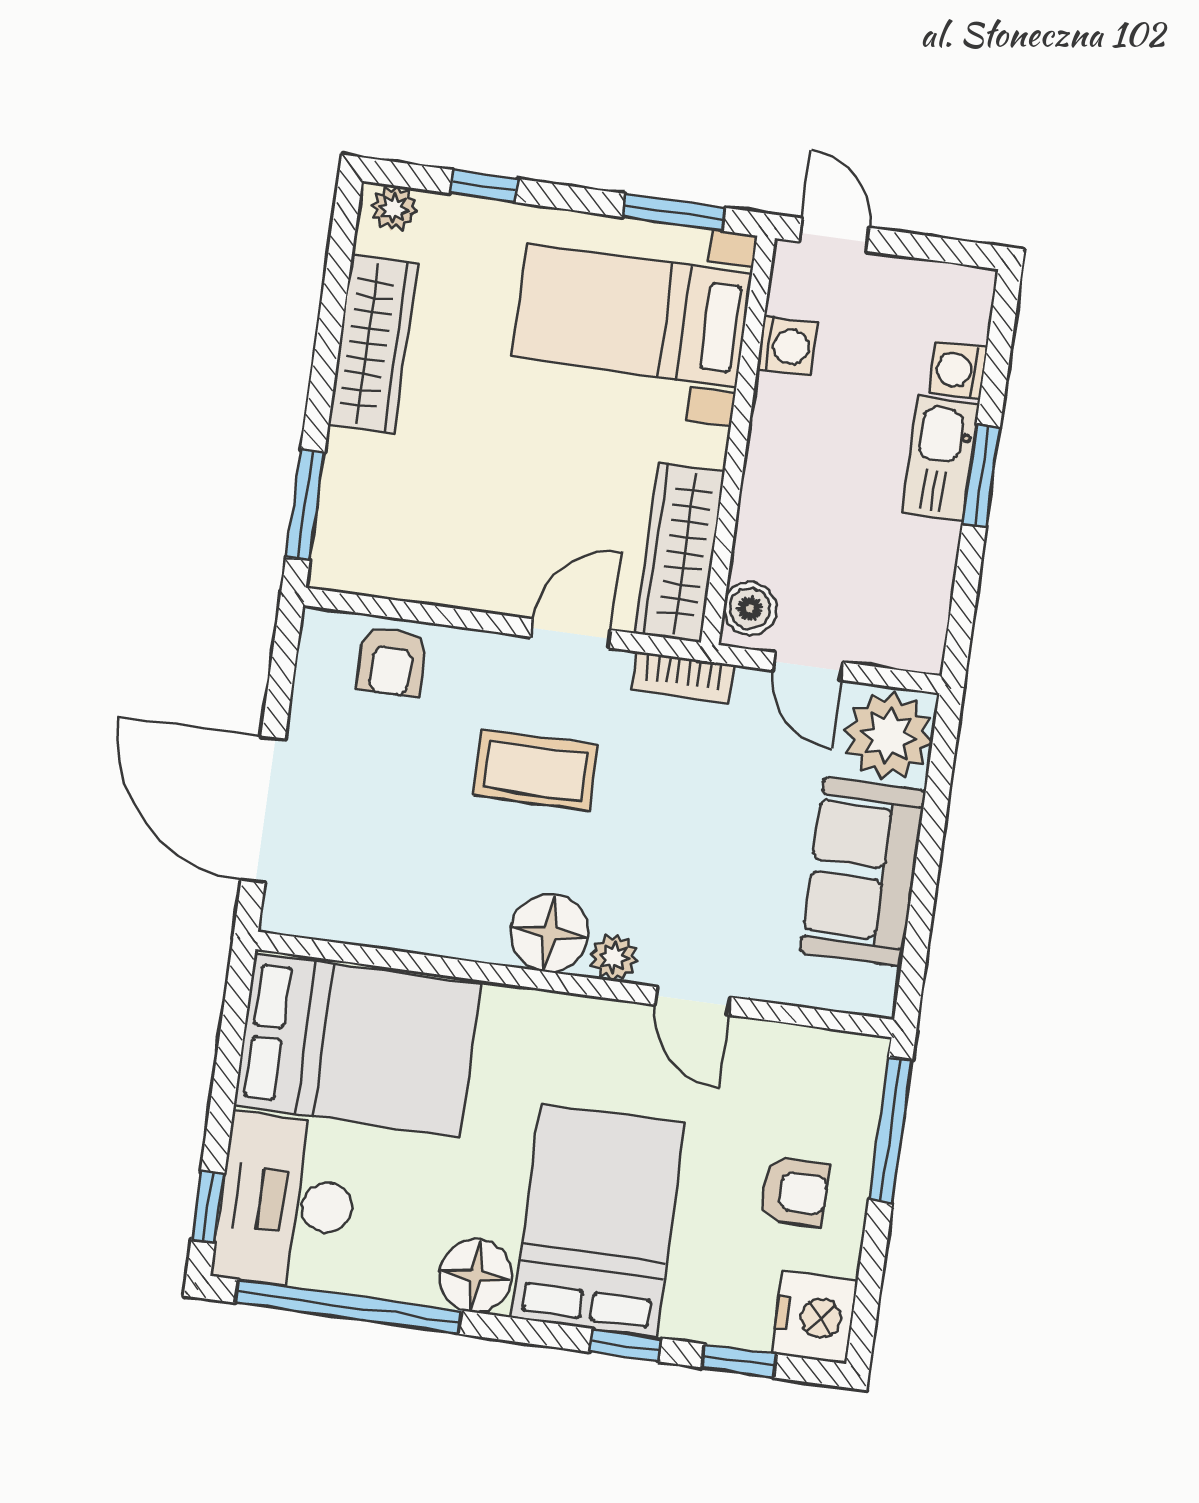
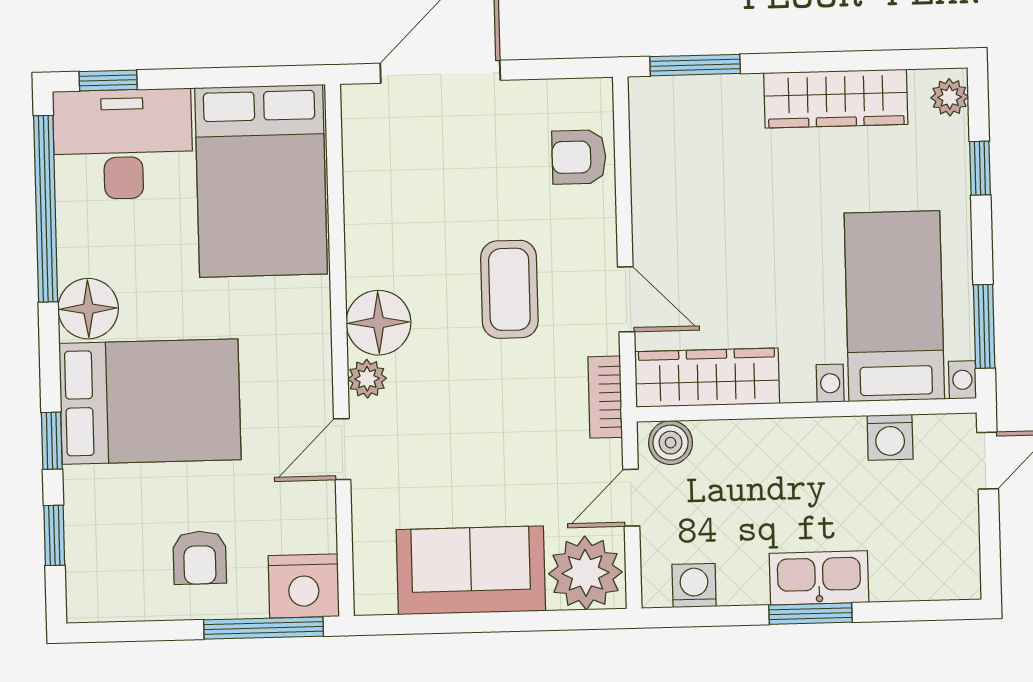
washing machine: (958, 370) -> (694, 586), moved
nightstand: (815, 1317) -> (304, 586), moved

